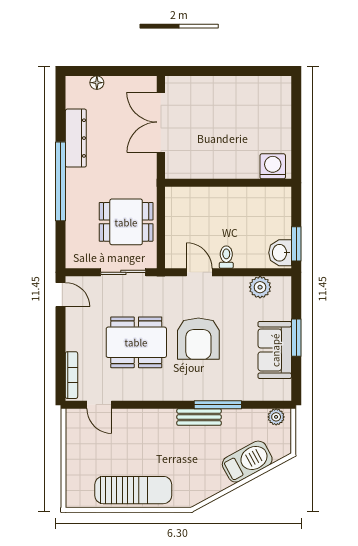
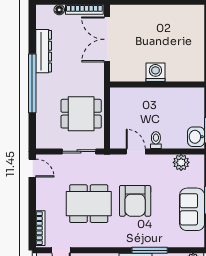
bookcase: (130, 82) -> (84, 9), added
washing machine: (273, 166) -> (155, 72), moved

